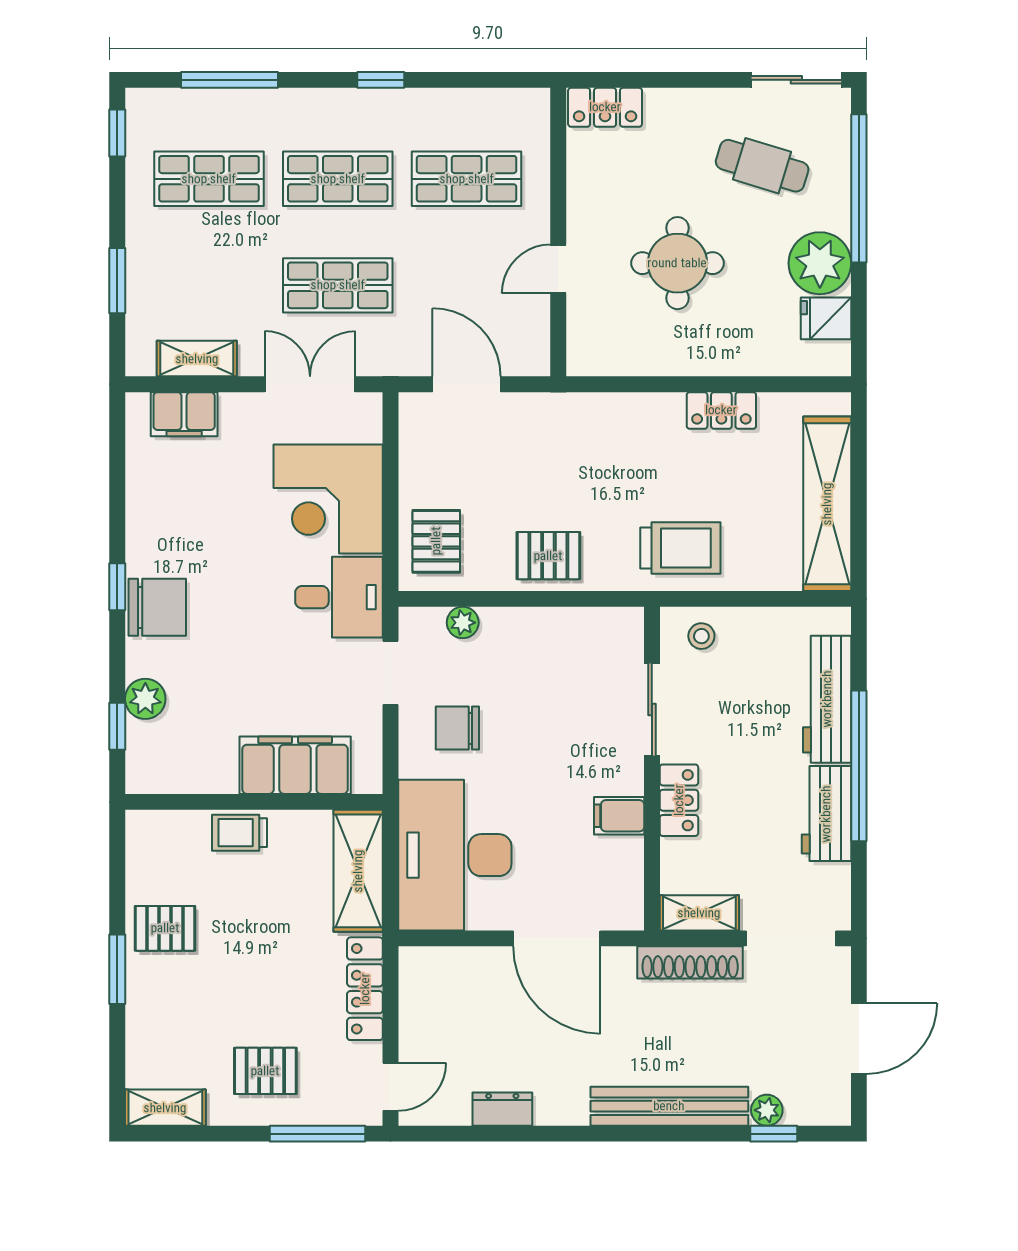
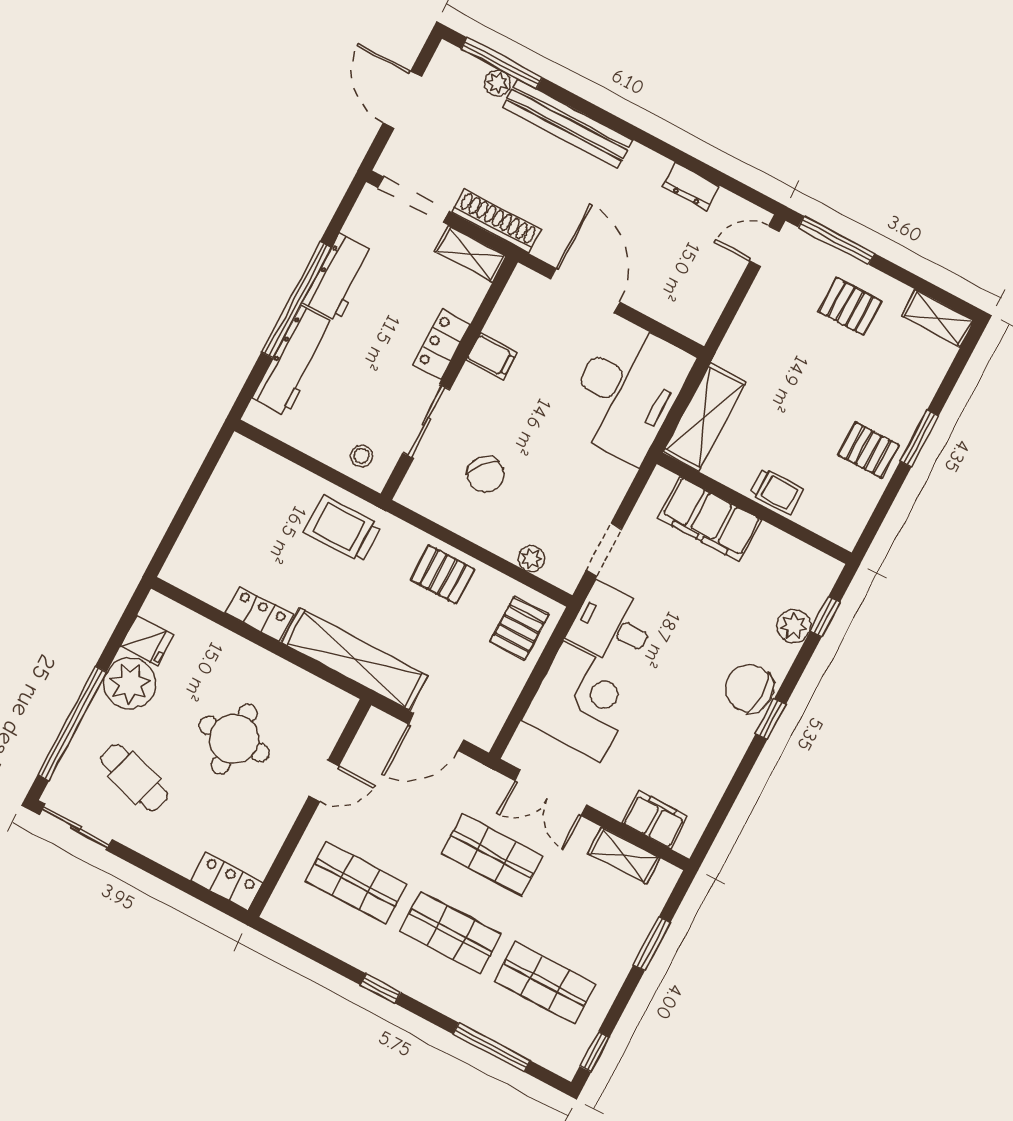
door: (467, 384) -> (436, 732), hinge flipped
shelving: (827, 504) -> (354, 659), moved, turned 90
chair: (457, 728) -> (486, 475), moved, turned 40
locker: (365, 989) -> (745, 328), removed
door: (859, 1039) -> (402, 100), hinge flipped
window: (774, 1134) -> (502, 63), width x2.17

